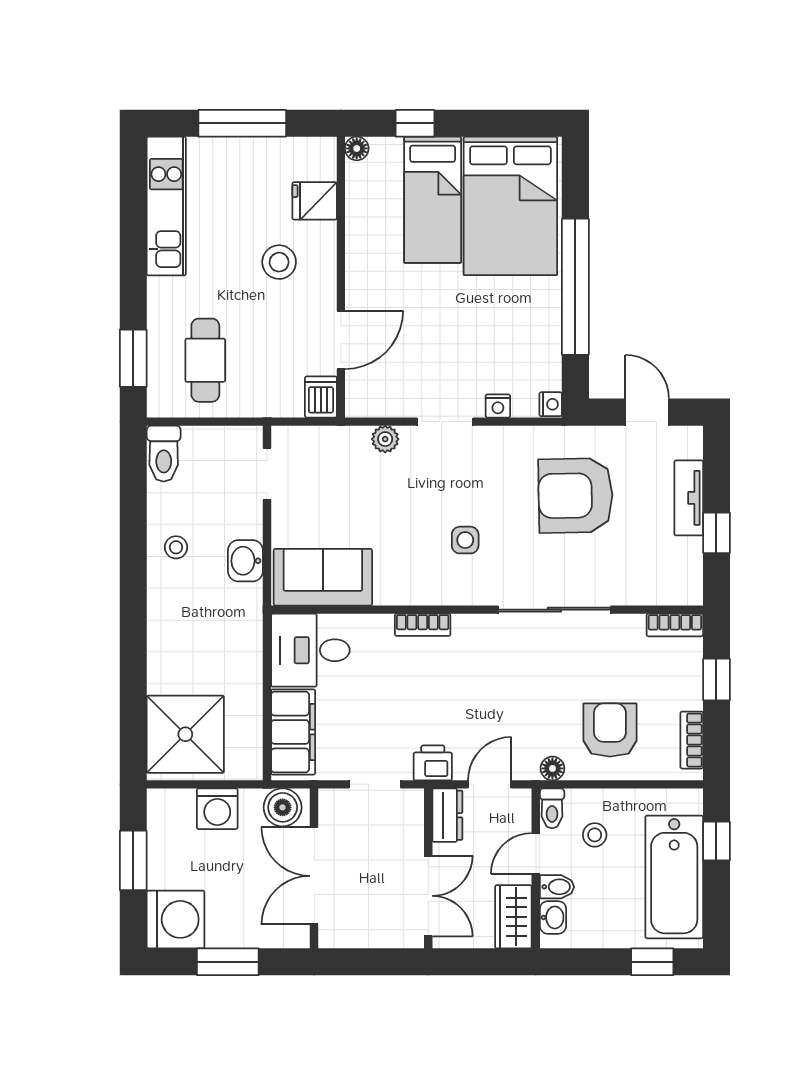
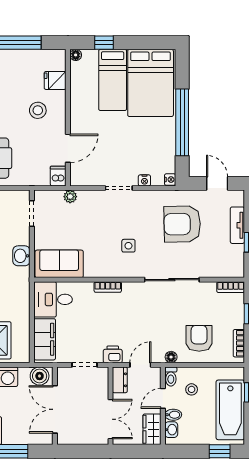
plant: (385, 439) -> (70, 197), moved

